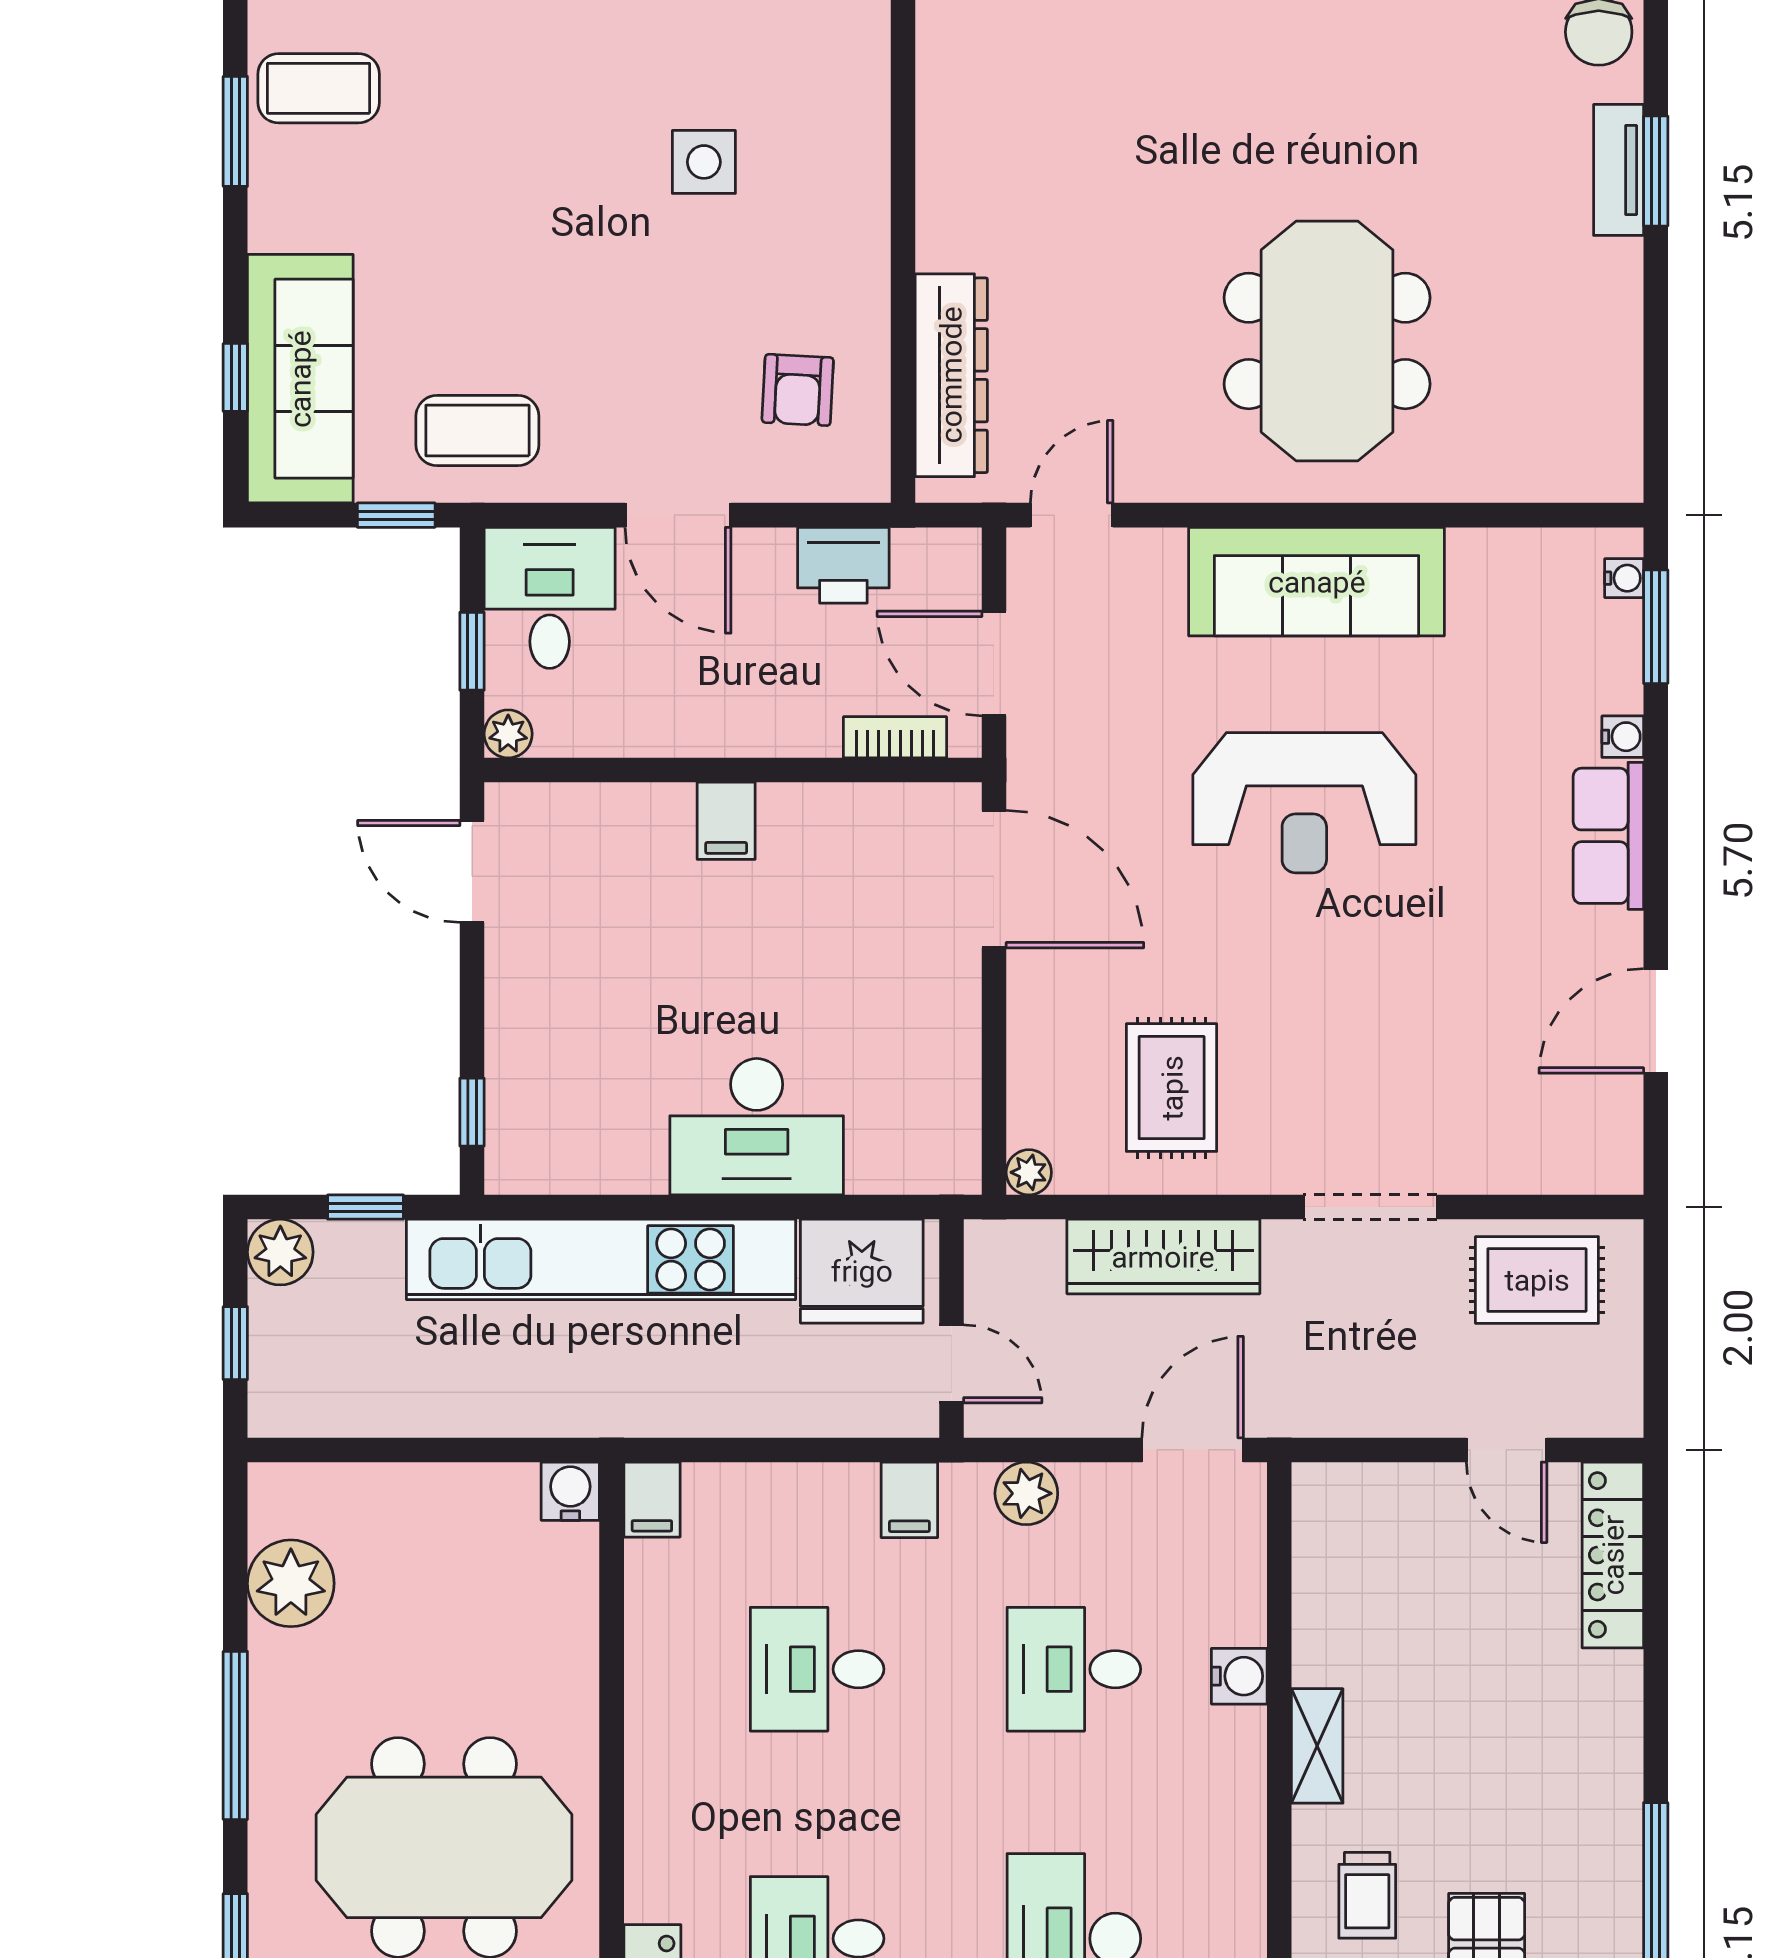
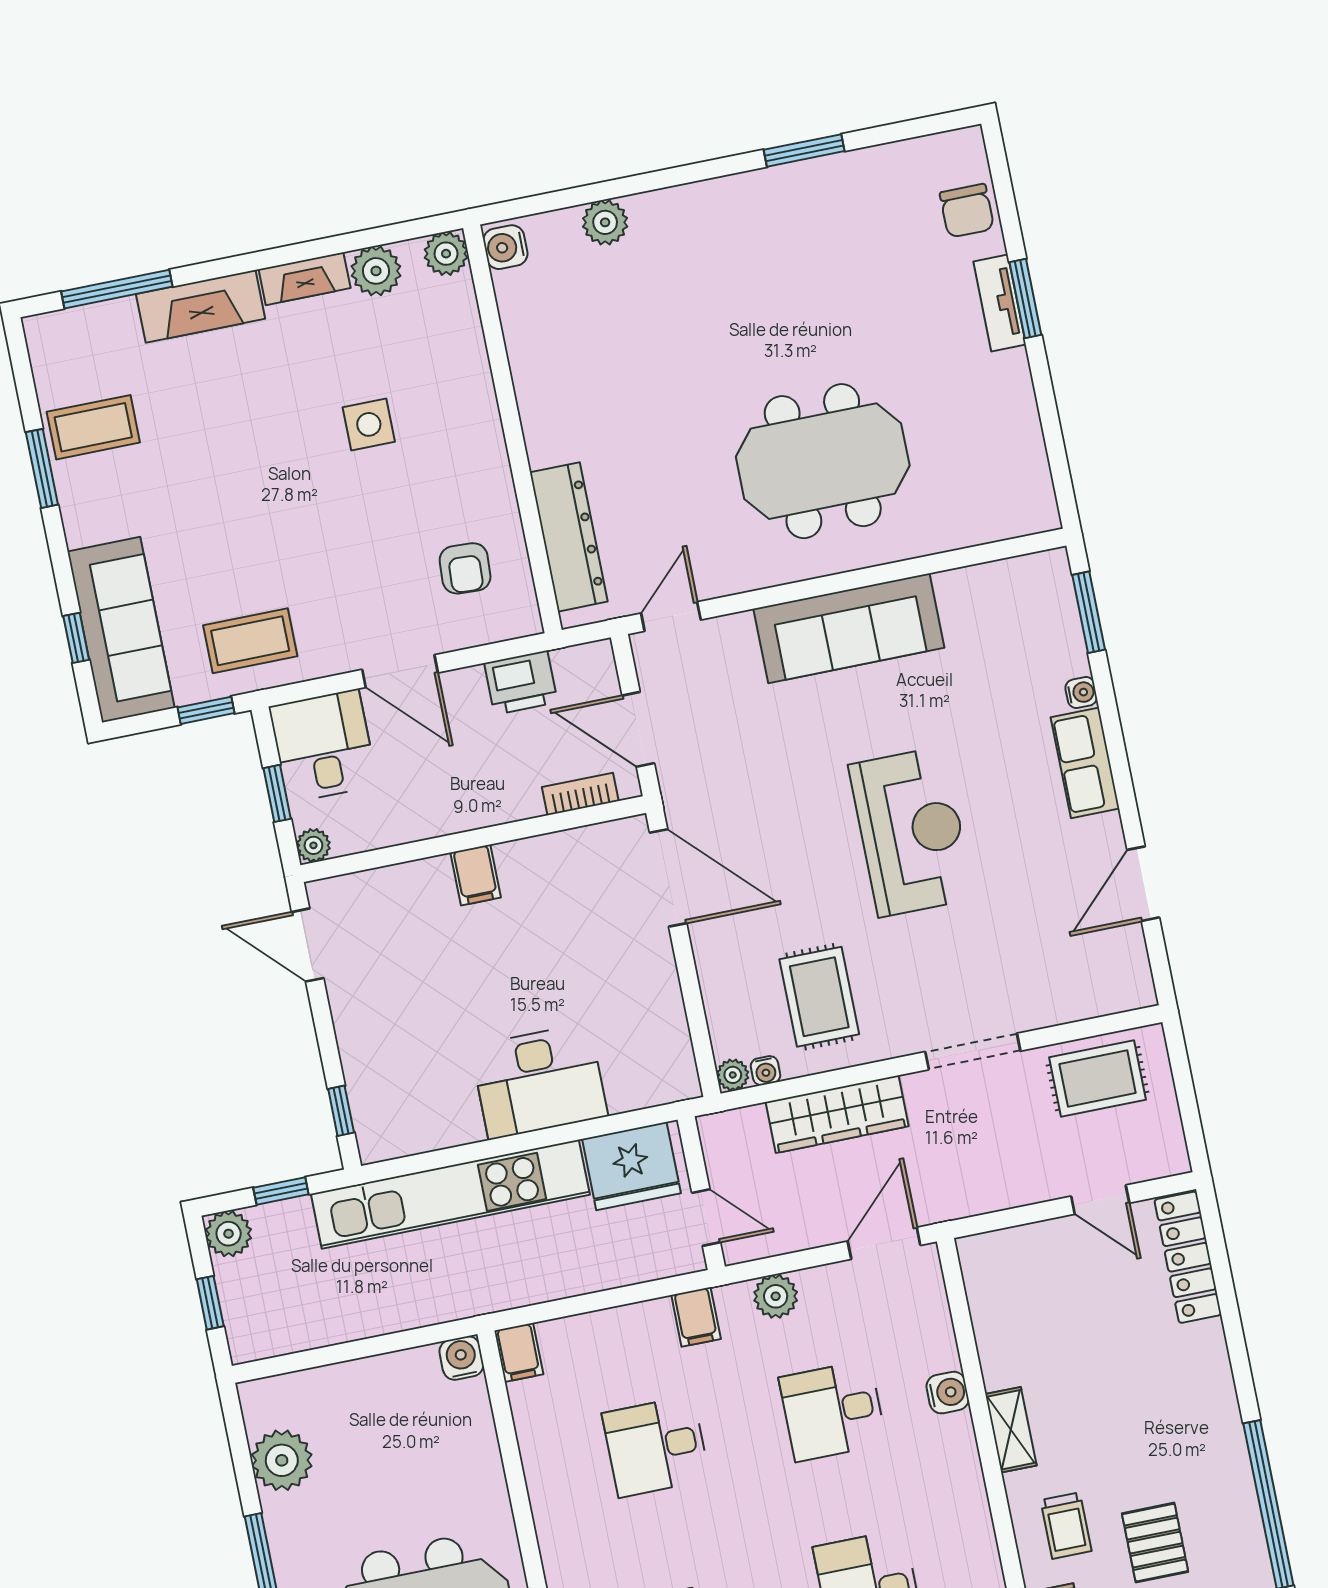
meeting table: (1327, 341) -> (823, 461), turned 90
water cooler: (1624, 578) -> (766, 1071), moved, turned 90
reception desk: (1304, 803) -> (911, 832), moved, turned -90

